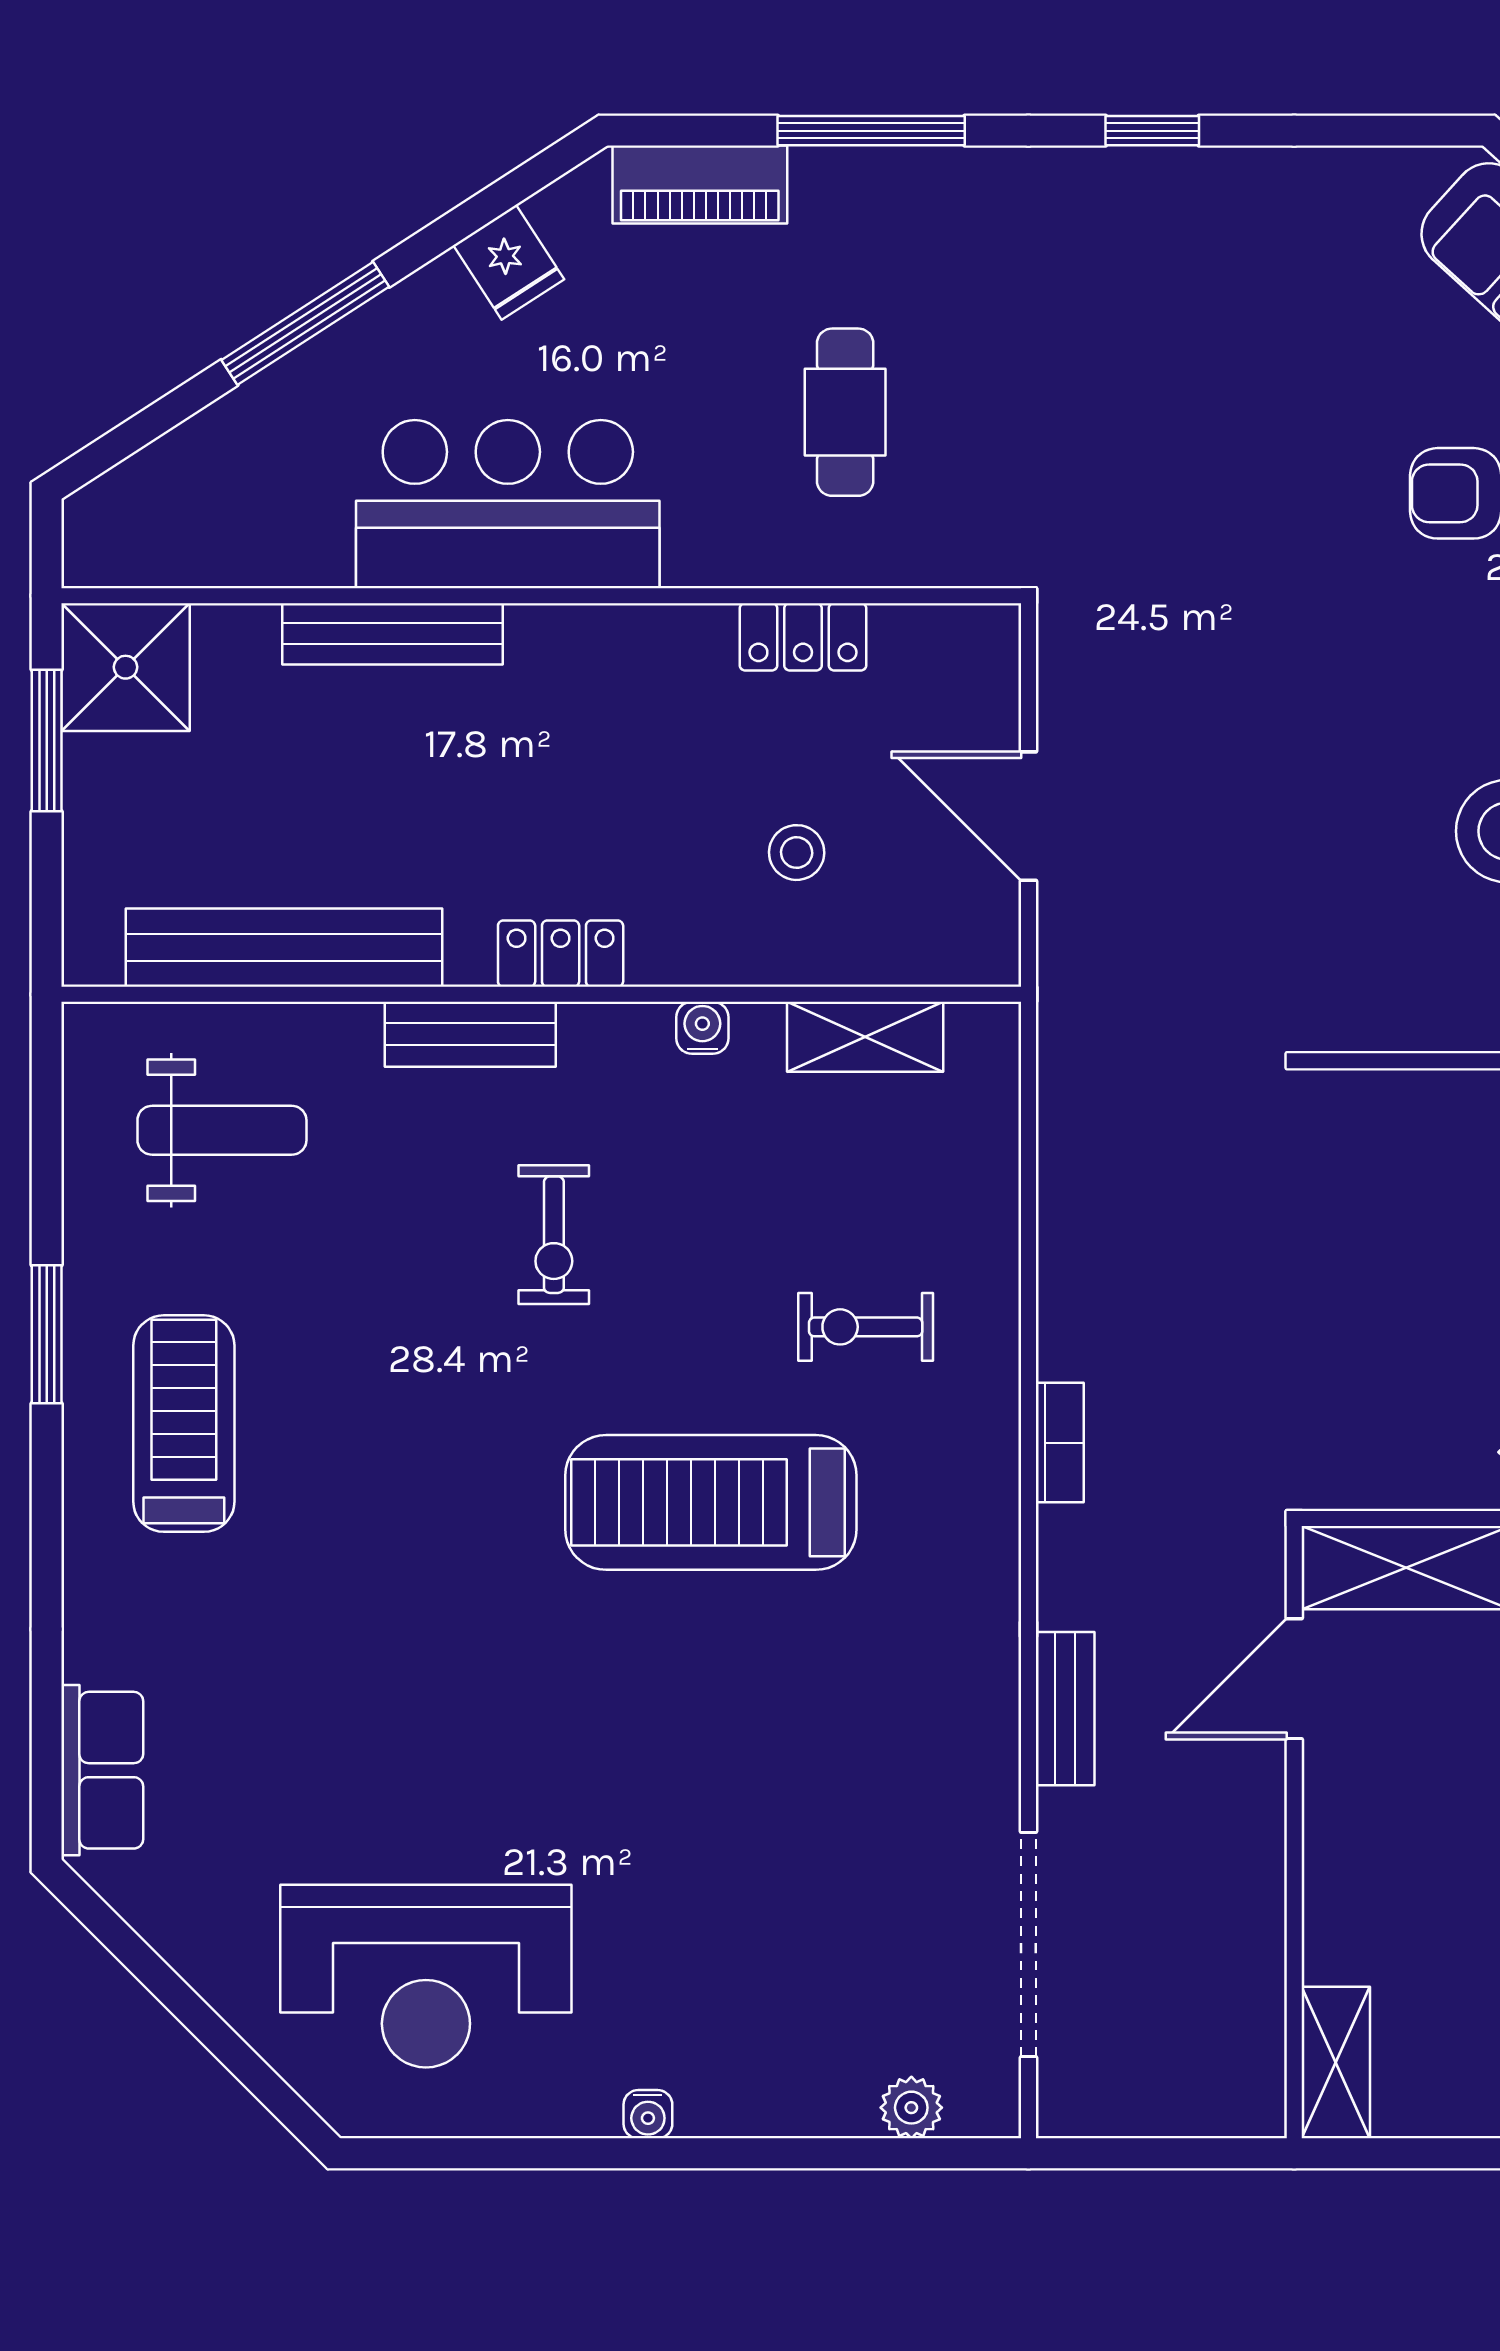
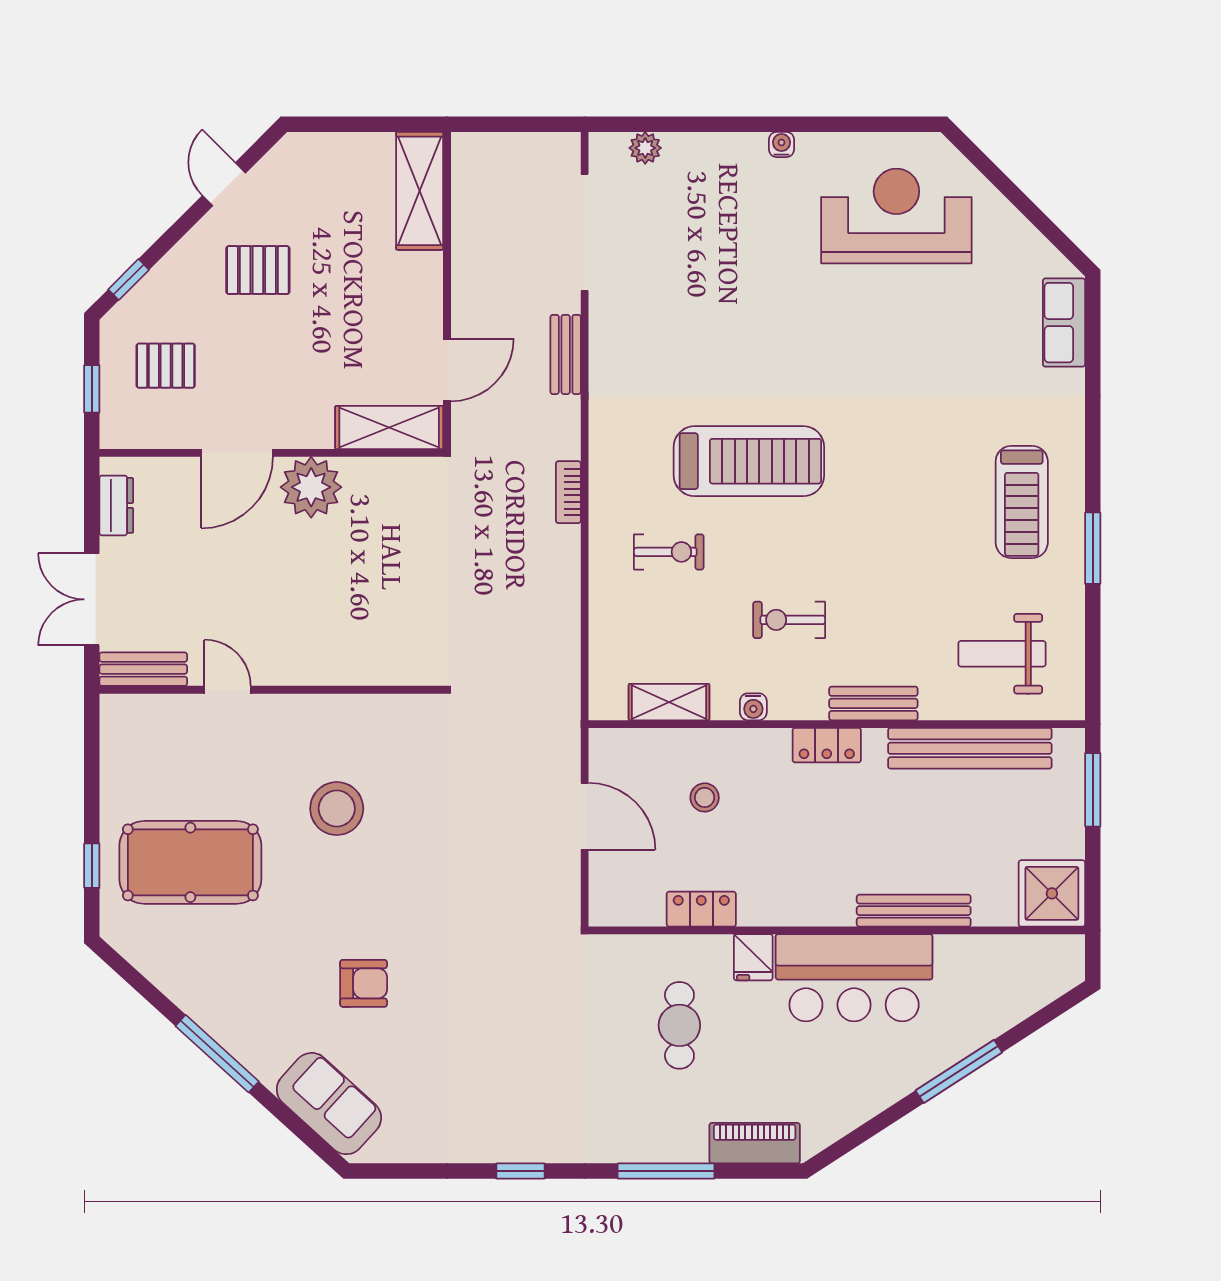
fridge: (509, 262) -> (753, 957), moved, turned -147
window: (47, 740) -> (1093, 790), moved
exercise bike: (554, 1235) -> (789, 620), moved, turned -90
shelving: (1336, 2063) -> (420, 191), width x1.50, depth x1.33

